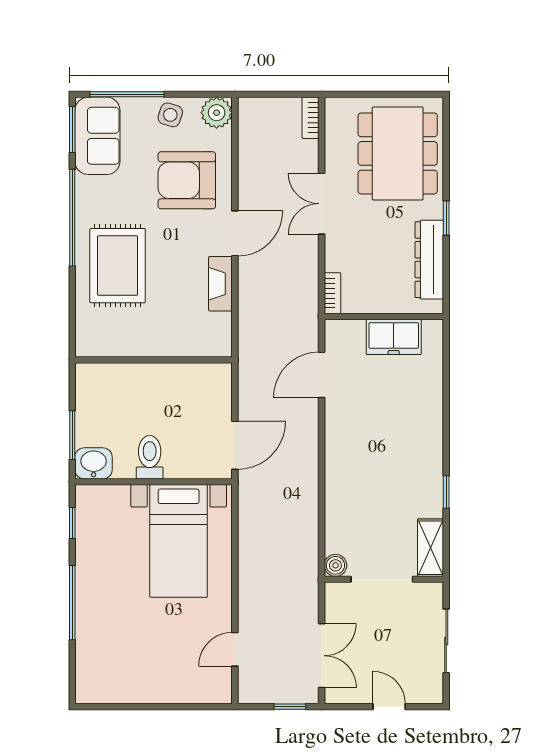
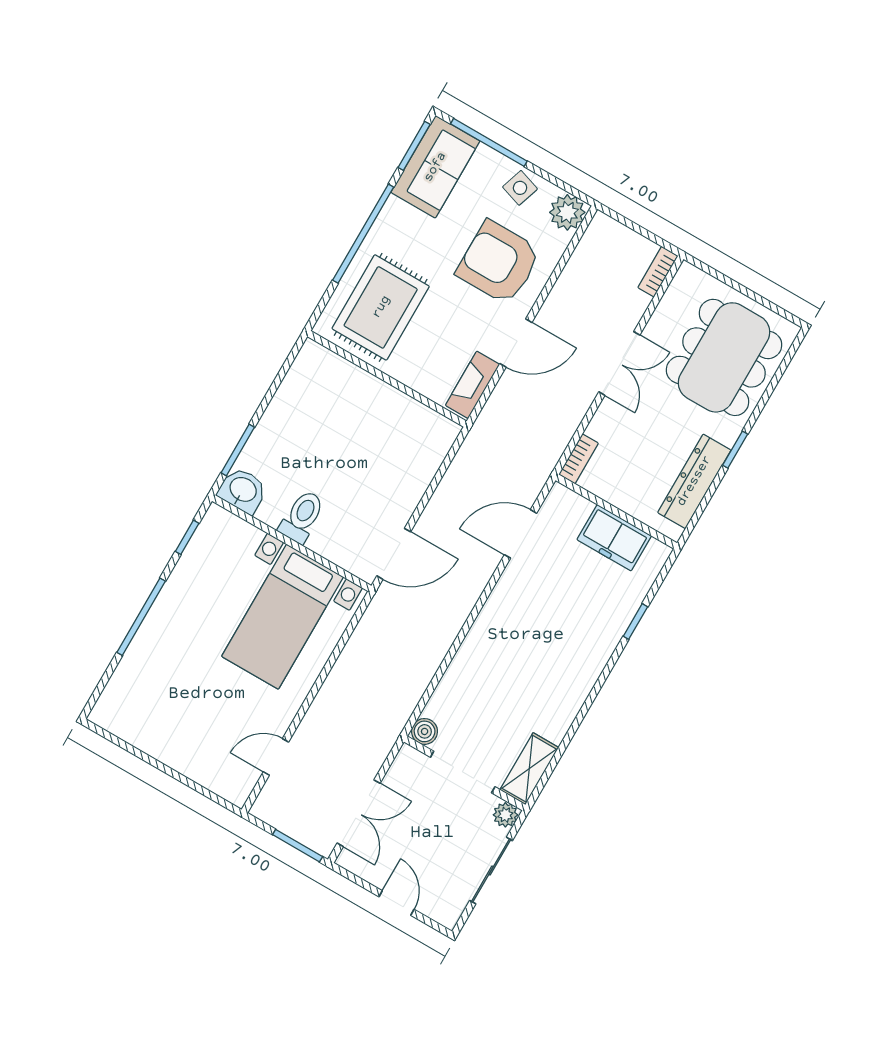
double door: (322, 204) -> (619, 363), swing flipped
wall: (154, 360) -> (387, 379), moved
window: (446, 492) -> (635, 622), moved
plant: (433, 593) -> (505, 815), added
window: (290, 707) -> (298, 846), width x1.50

